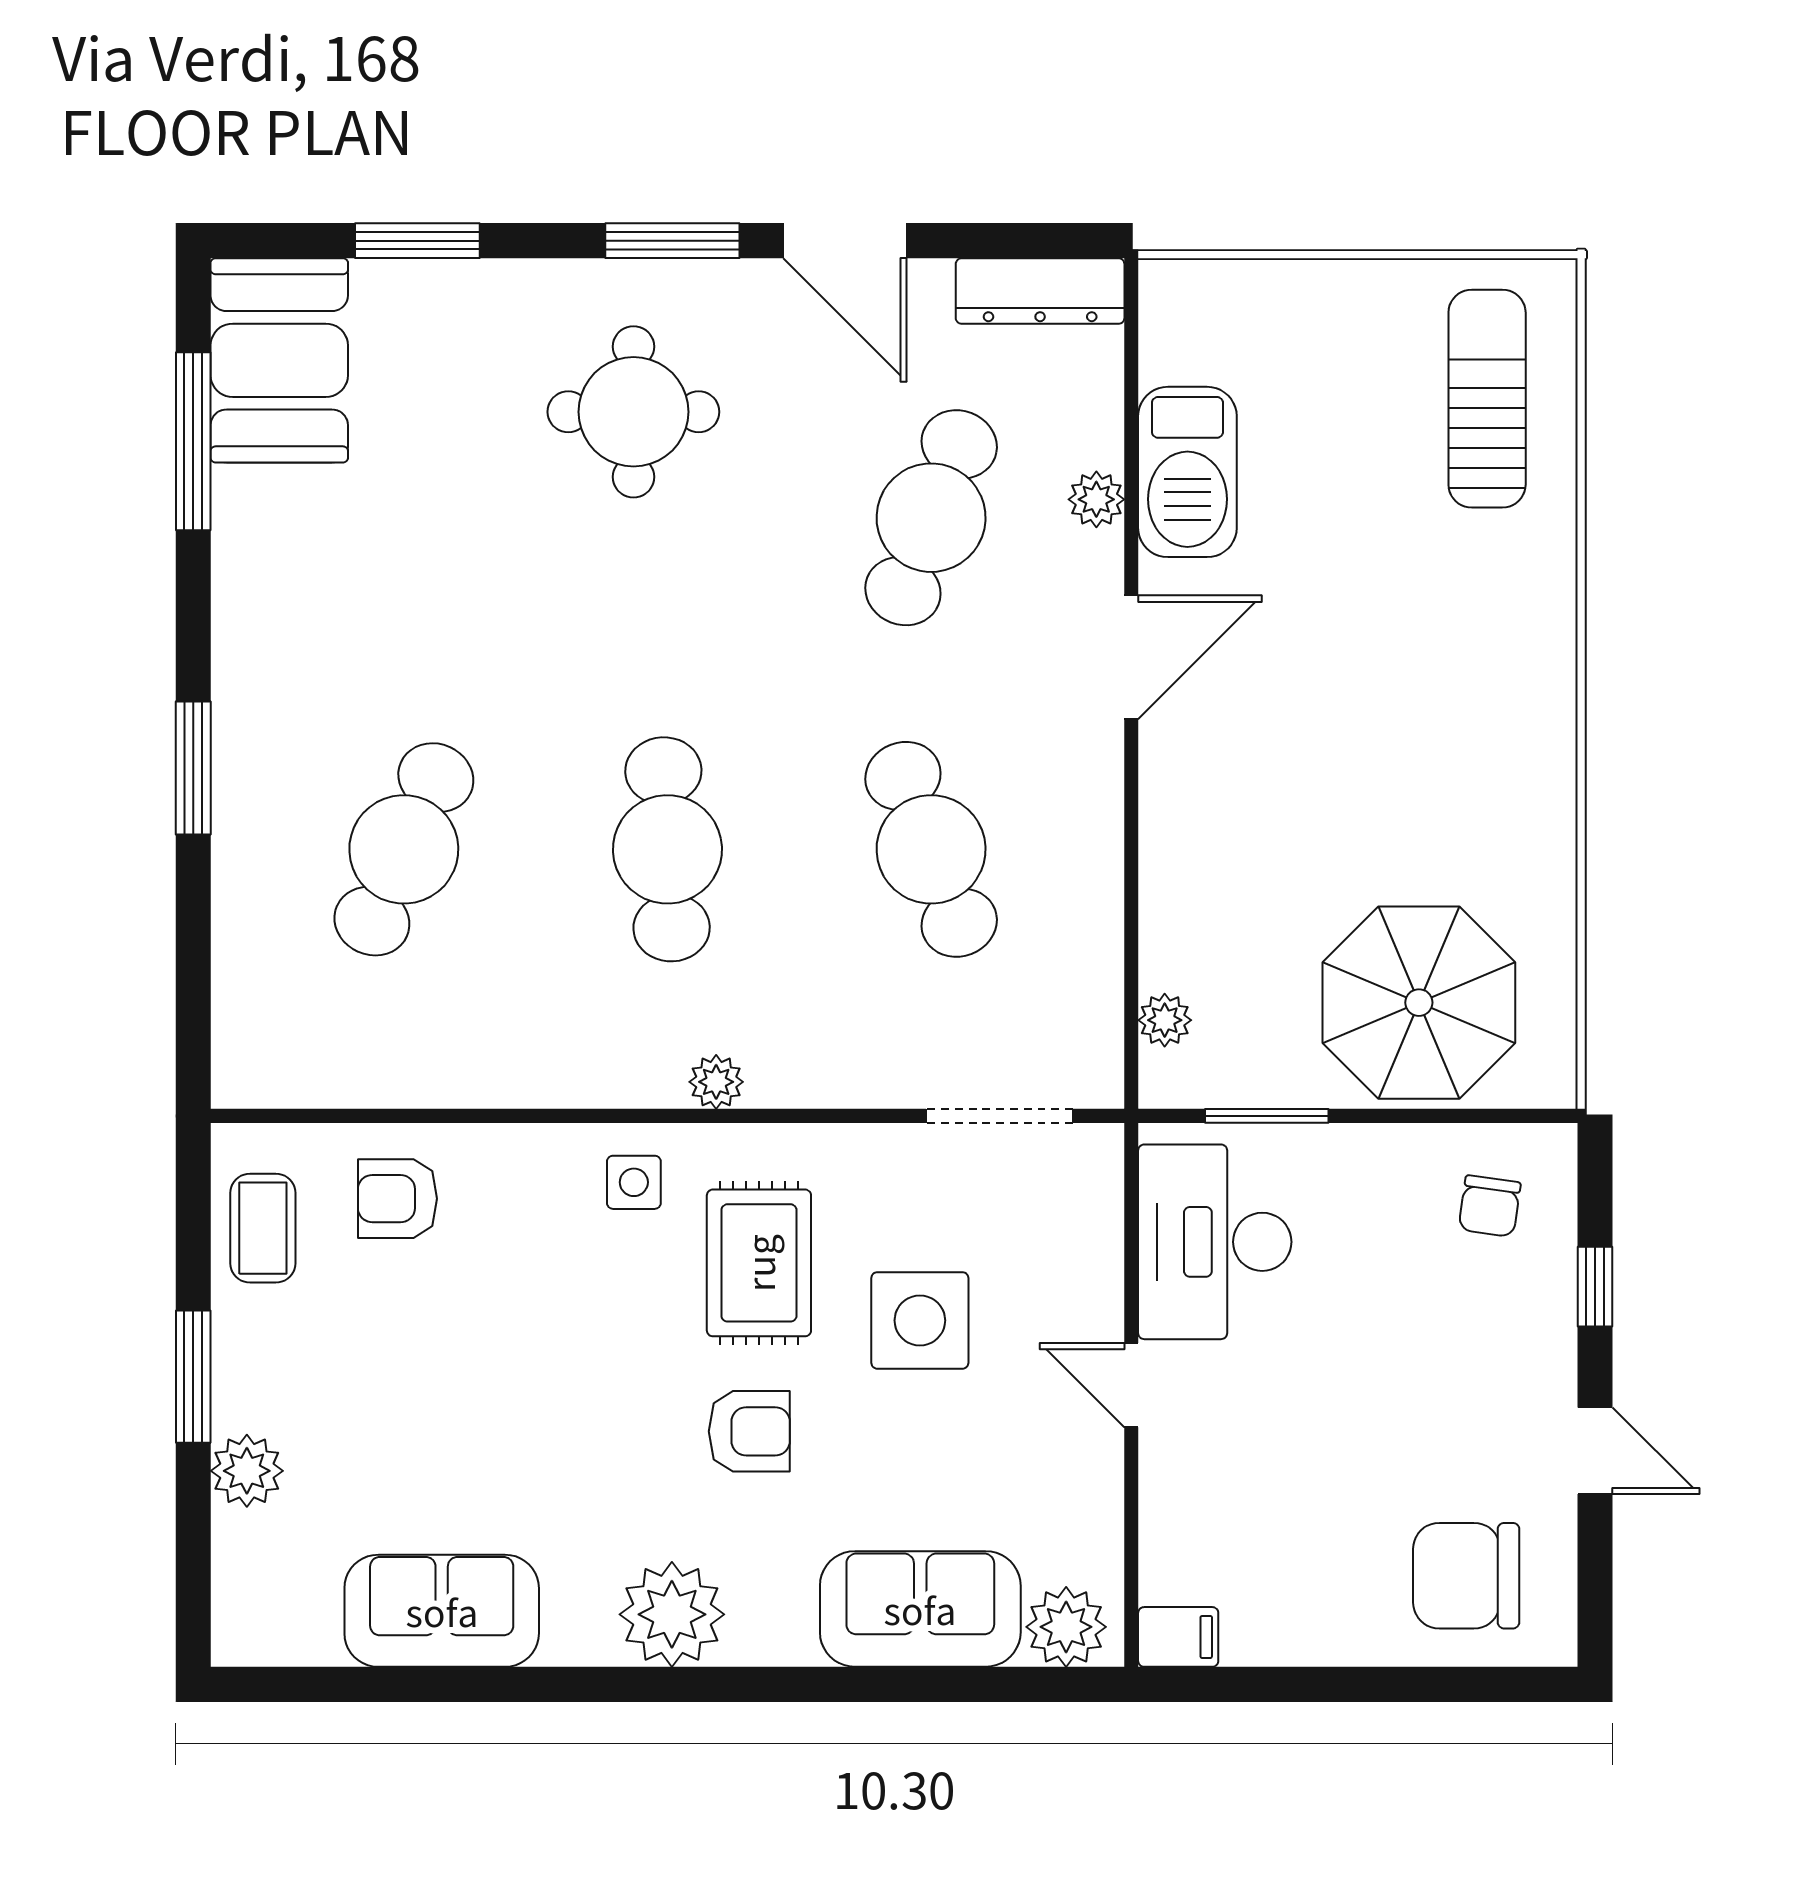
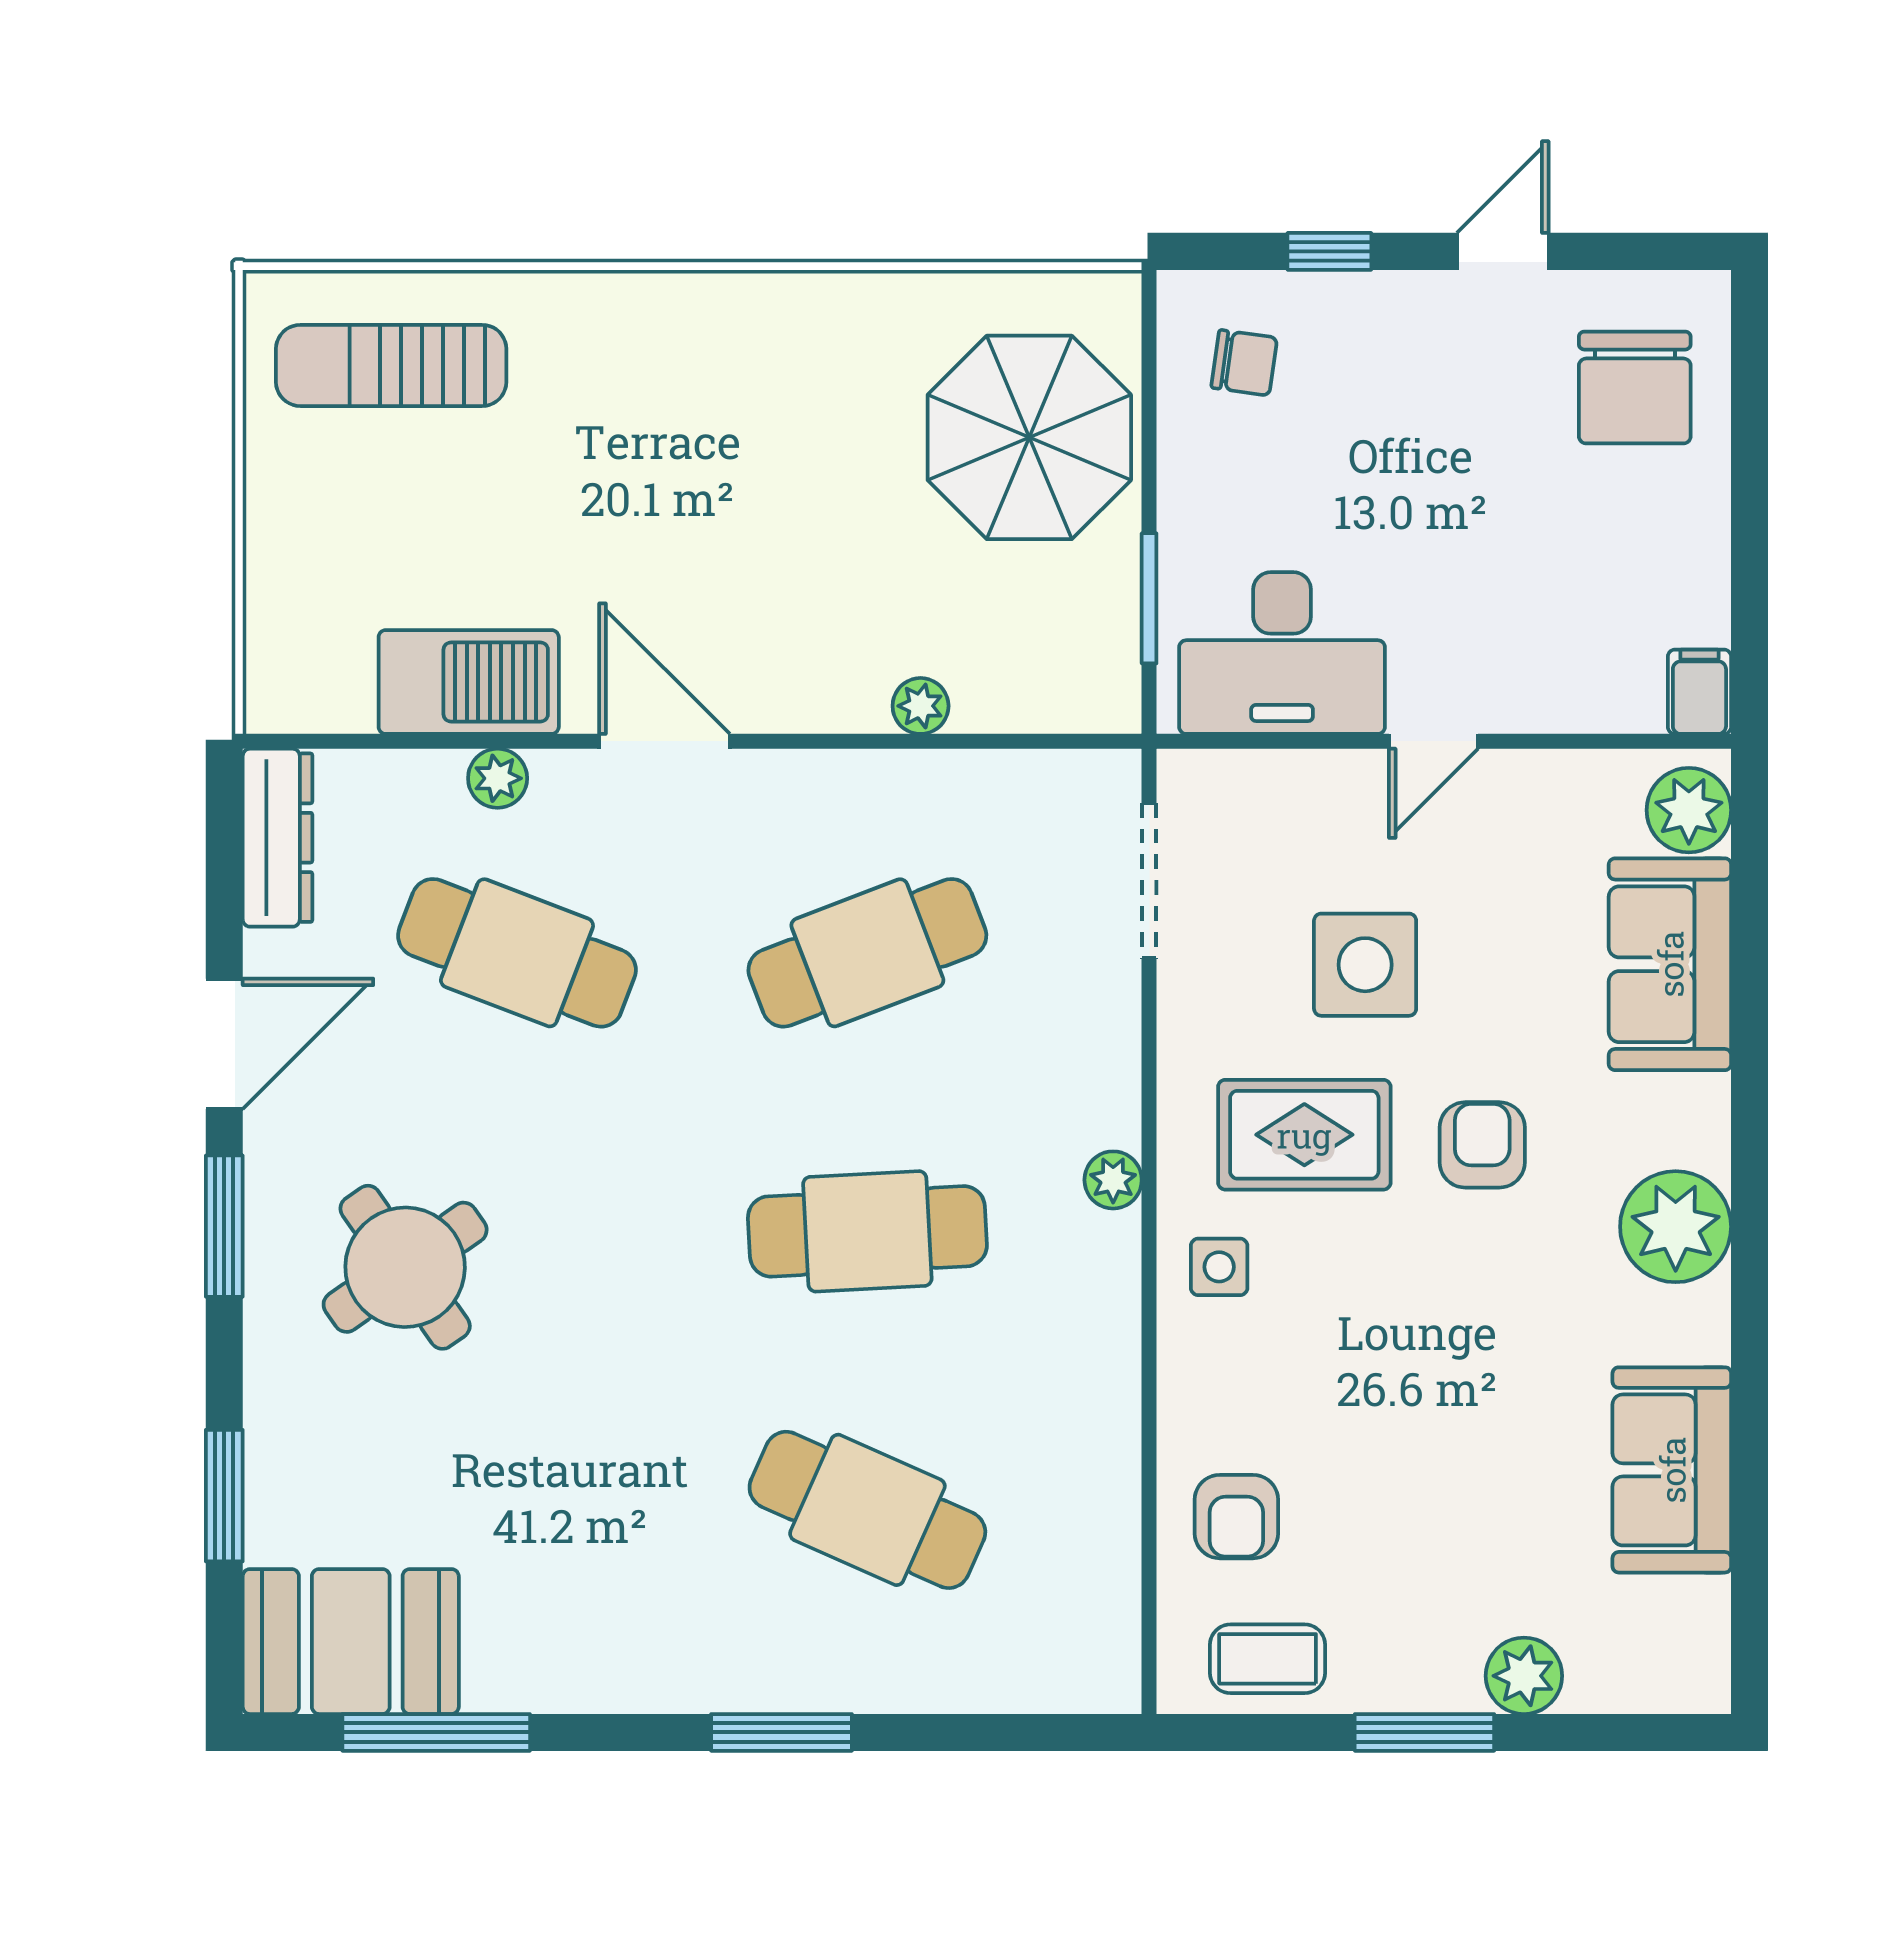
round table: (633, 412) -> (405, 1267), turned -35
plant: (1165, 1020) -> (921, 706), moved

